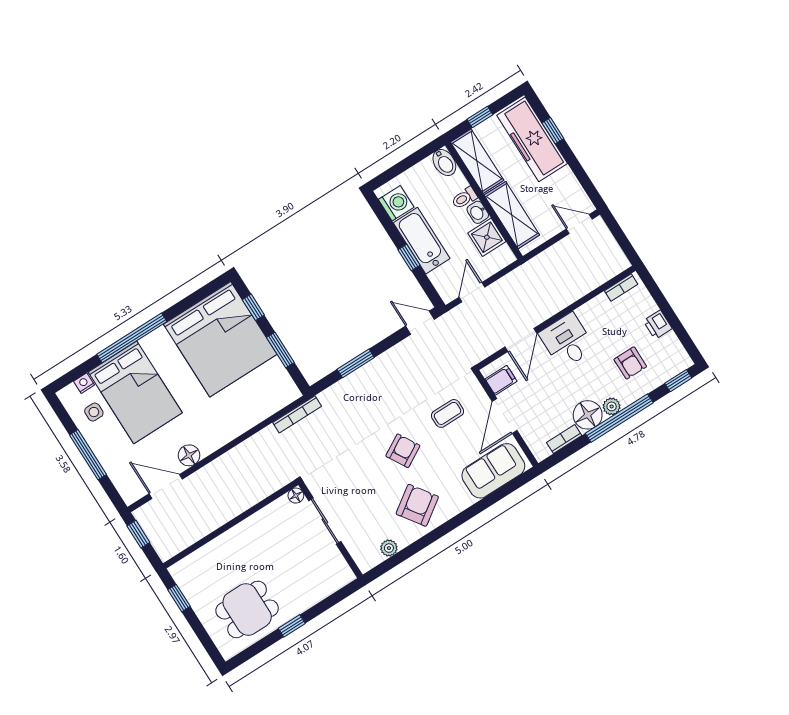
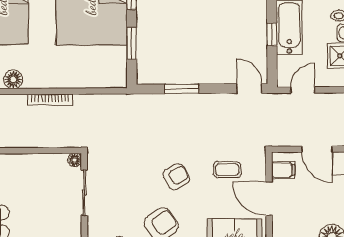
door: (521, 340) -> (317, 149), hinge flipped
bookcase: (297, 414) -> (50, 100), moved
door: (505, 416) -> (269, 199), hinge flipped

